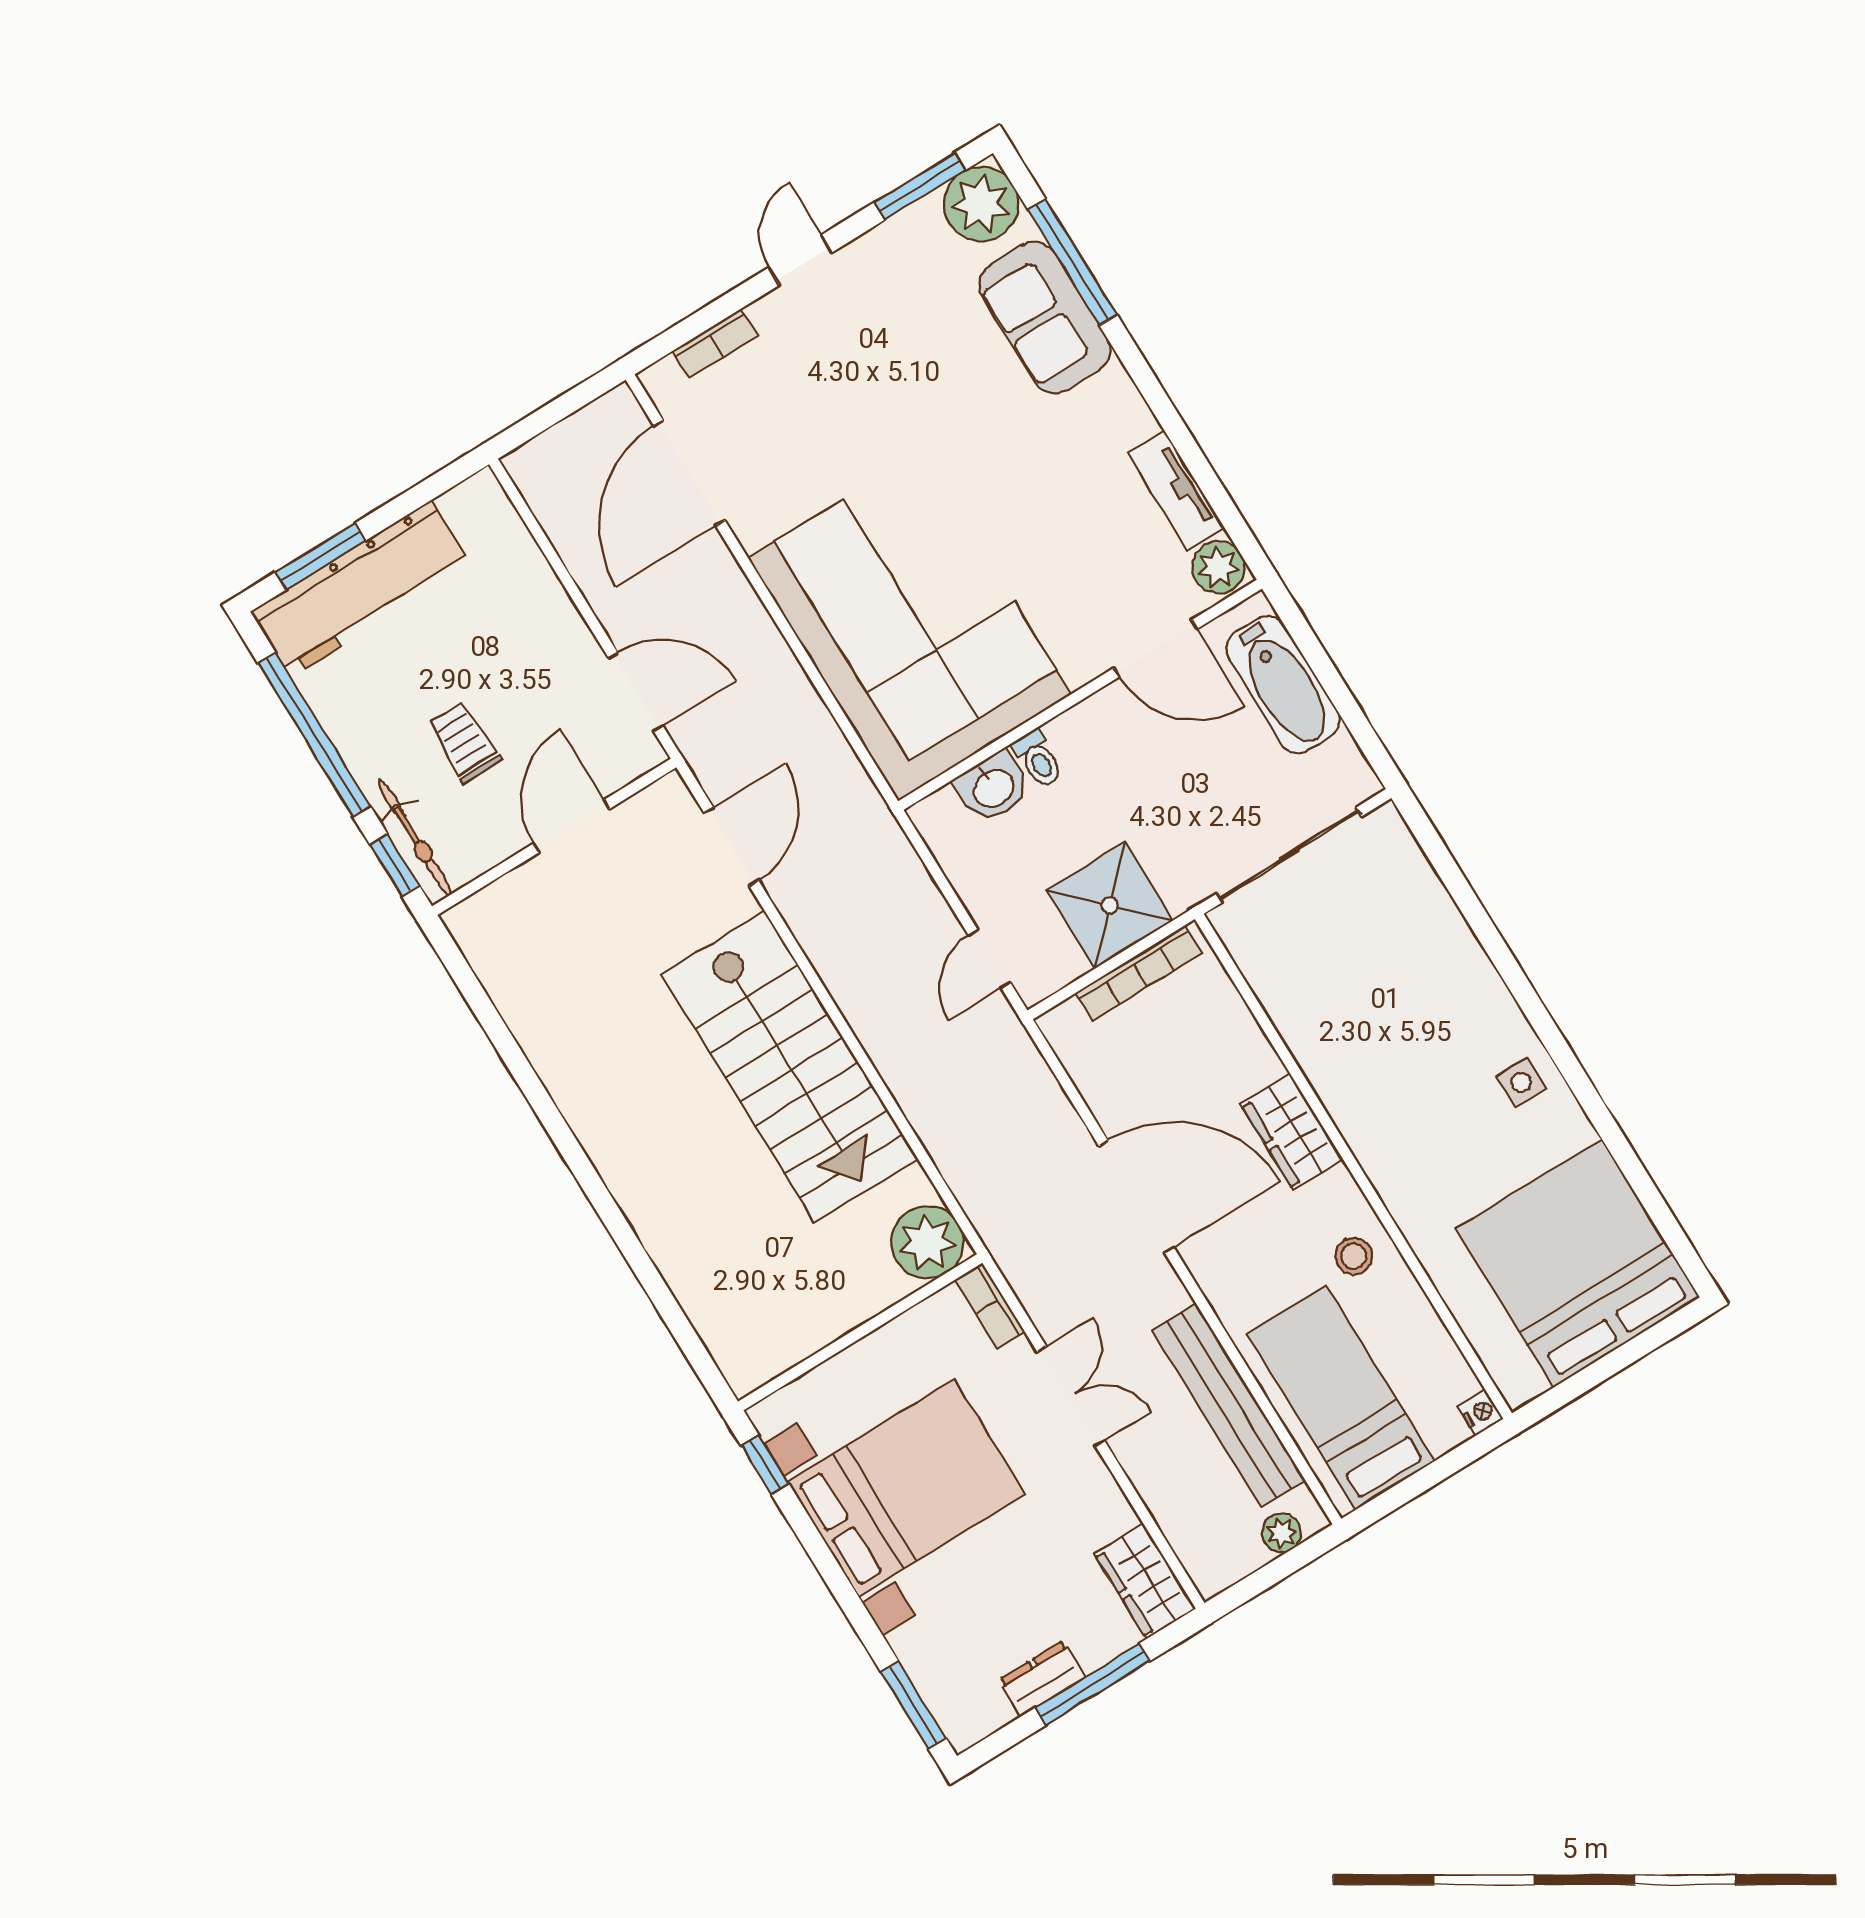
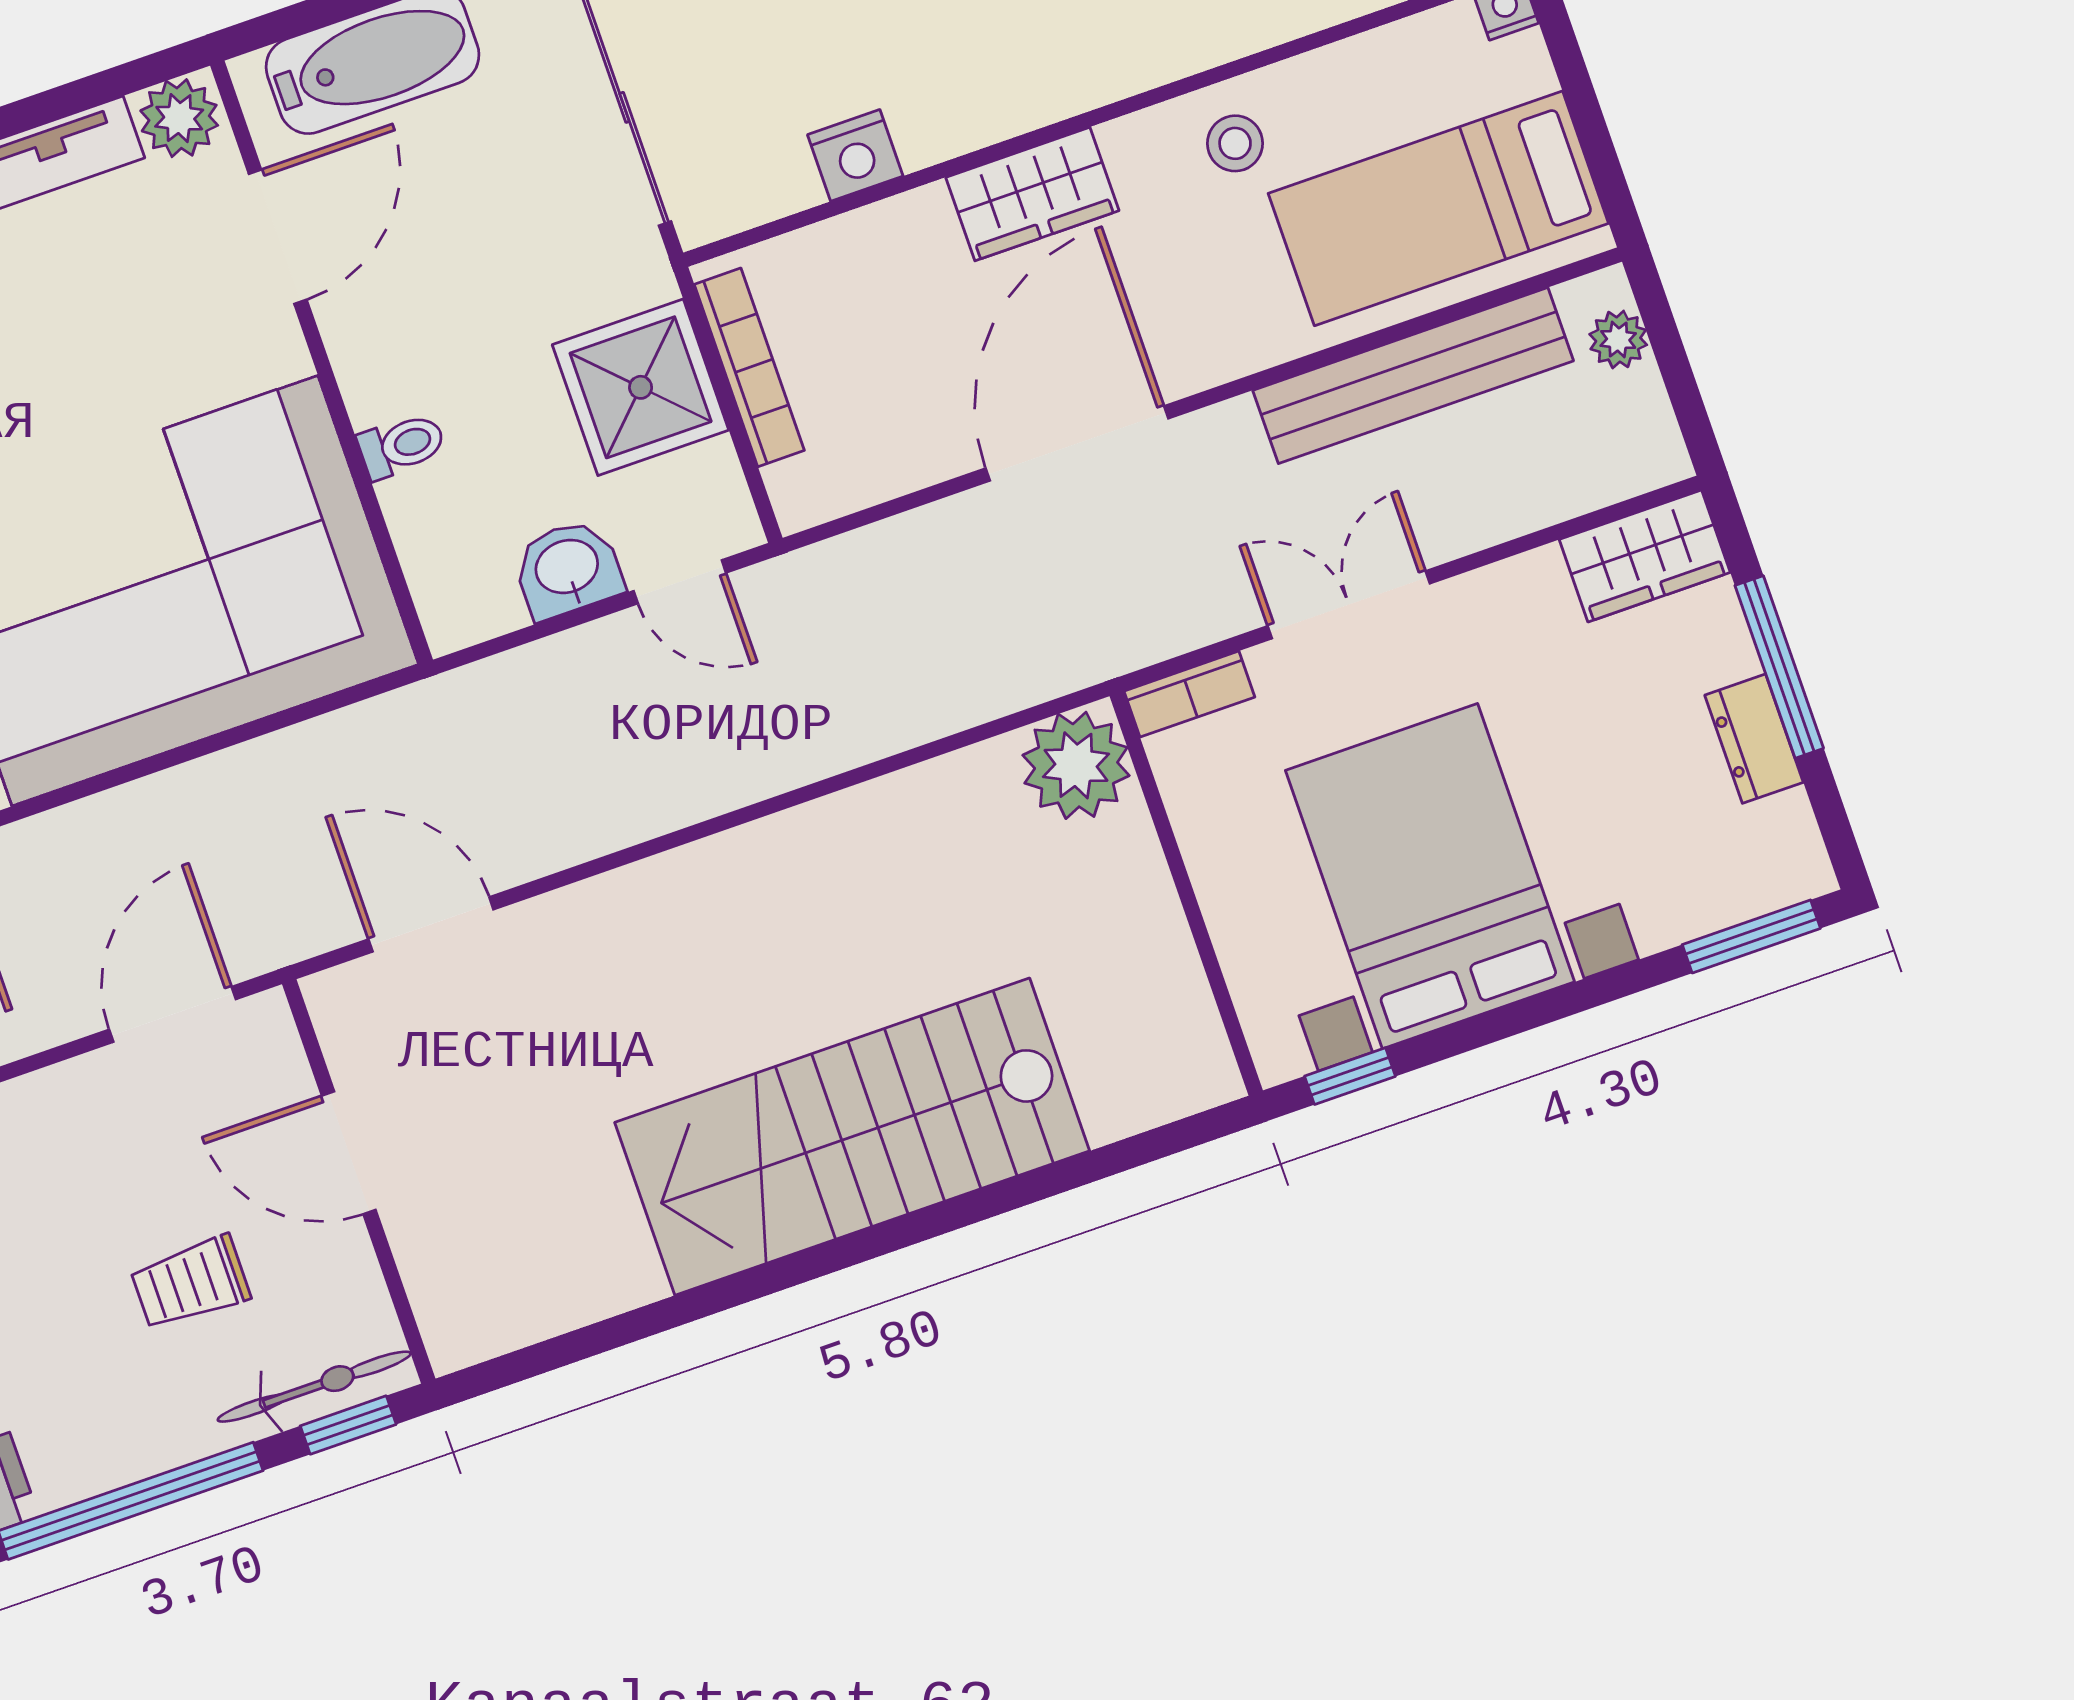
washbasin: (993, 787) -> (568, 569), moved, turned -90
nightstand: (1291, 1011) -> (855, 155), added
stairs: (790, 1067) -> (852, 1137), moved, turned 180

